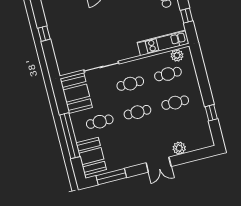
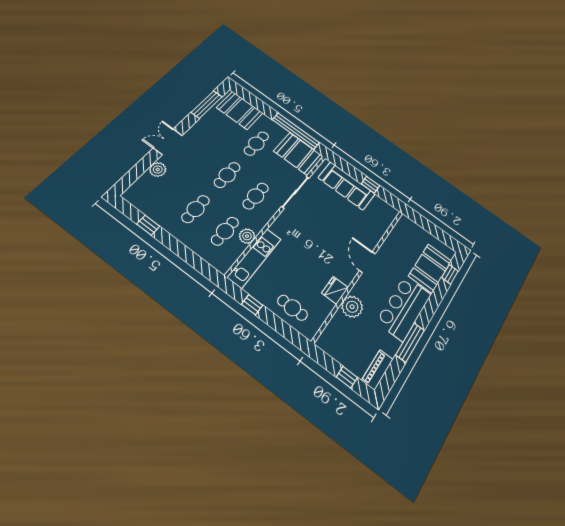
sofa: (62, 45) -> (347, 186), added
plant: (177, 55) -> (247, 236), moved
window: (70, 136) -> (296, 131), moved

